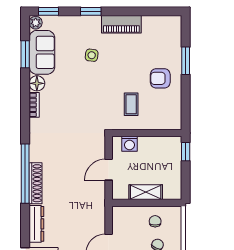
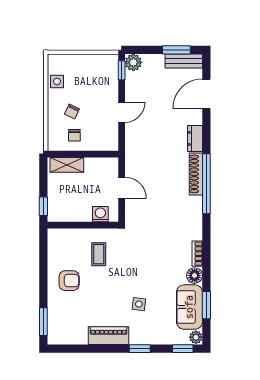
window: (186, 61) -> (43, 322), moved
door: (109, 170) -> (122, 188), hinge flipped
shelving: (146, 192) -> (67, 165), moved
dresser: (36, 224) -> (195, 138), width x0.70

